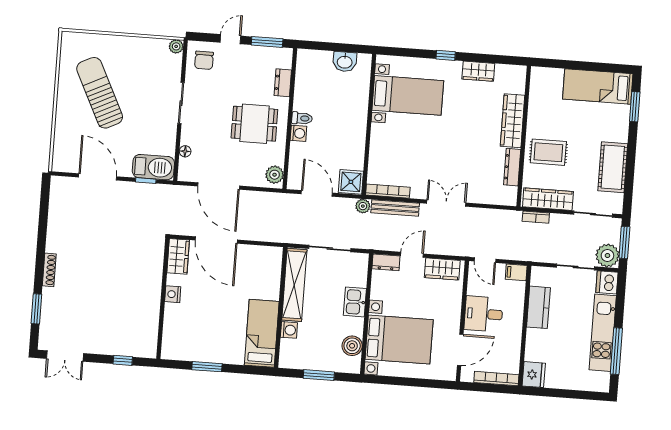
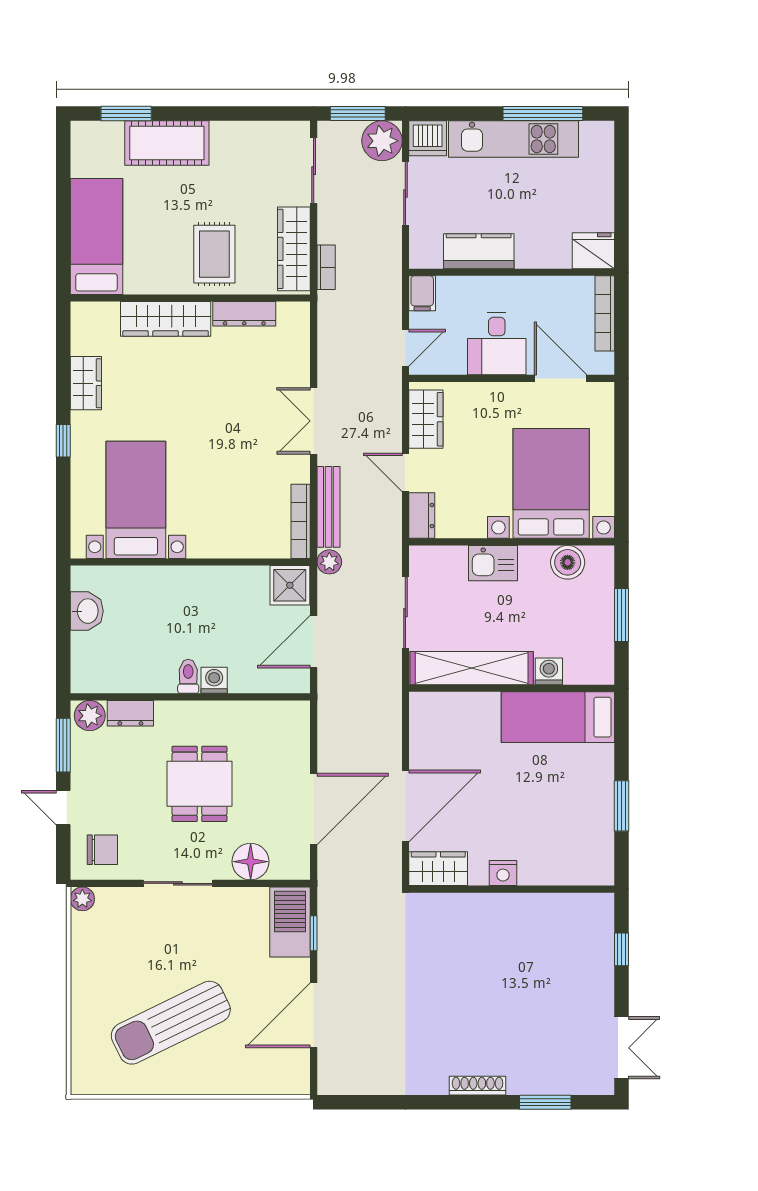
bed: (598, 86) -> (96, 237), moved, turned 180
dining table: (254, 124) -> (200, 784), moved
floor lamp: (185, 151) -> (251, 862), width x1.89, depth x1.89
cot: (613, 167) -> (167, 143), moved
plant: (275, 175) -> (90, 716), moved

